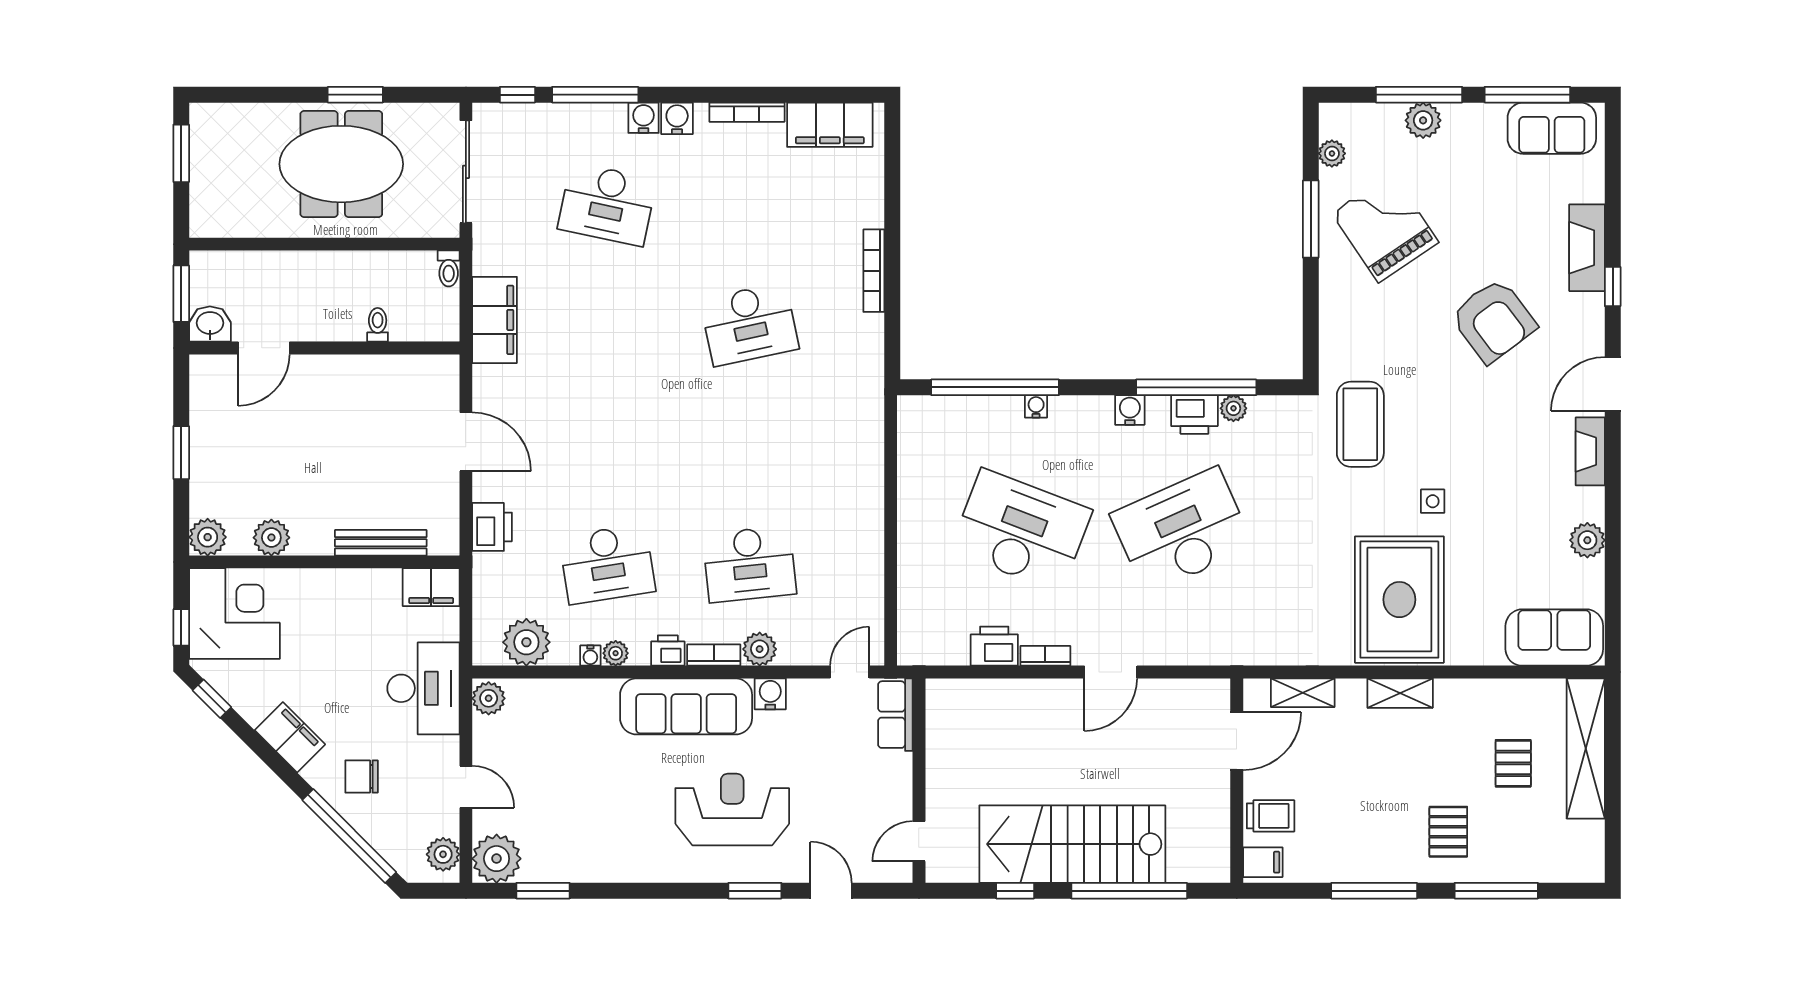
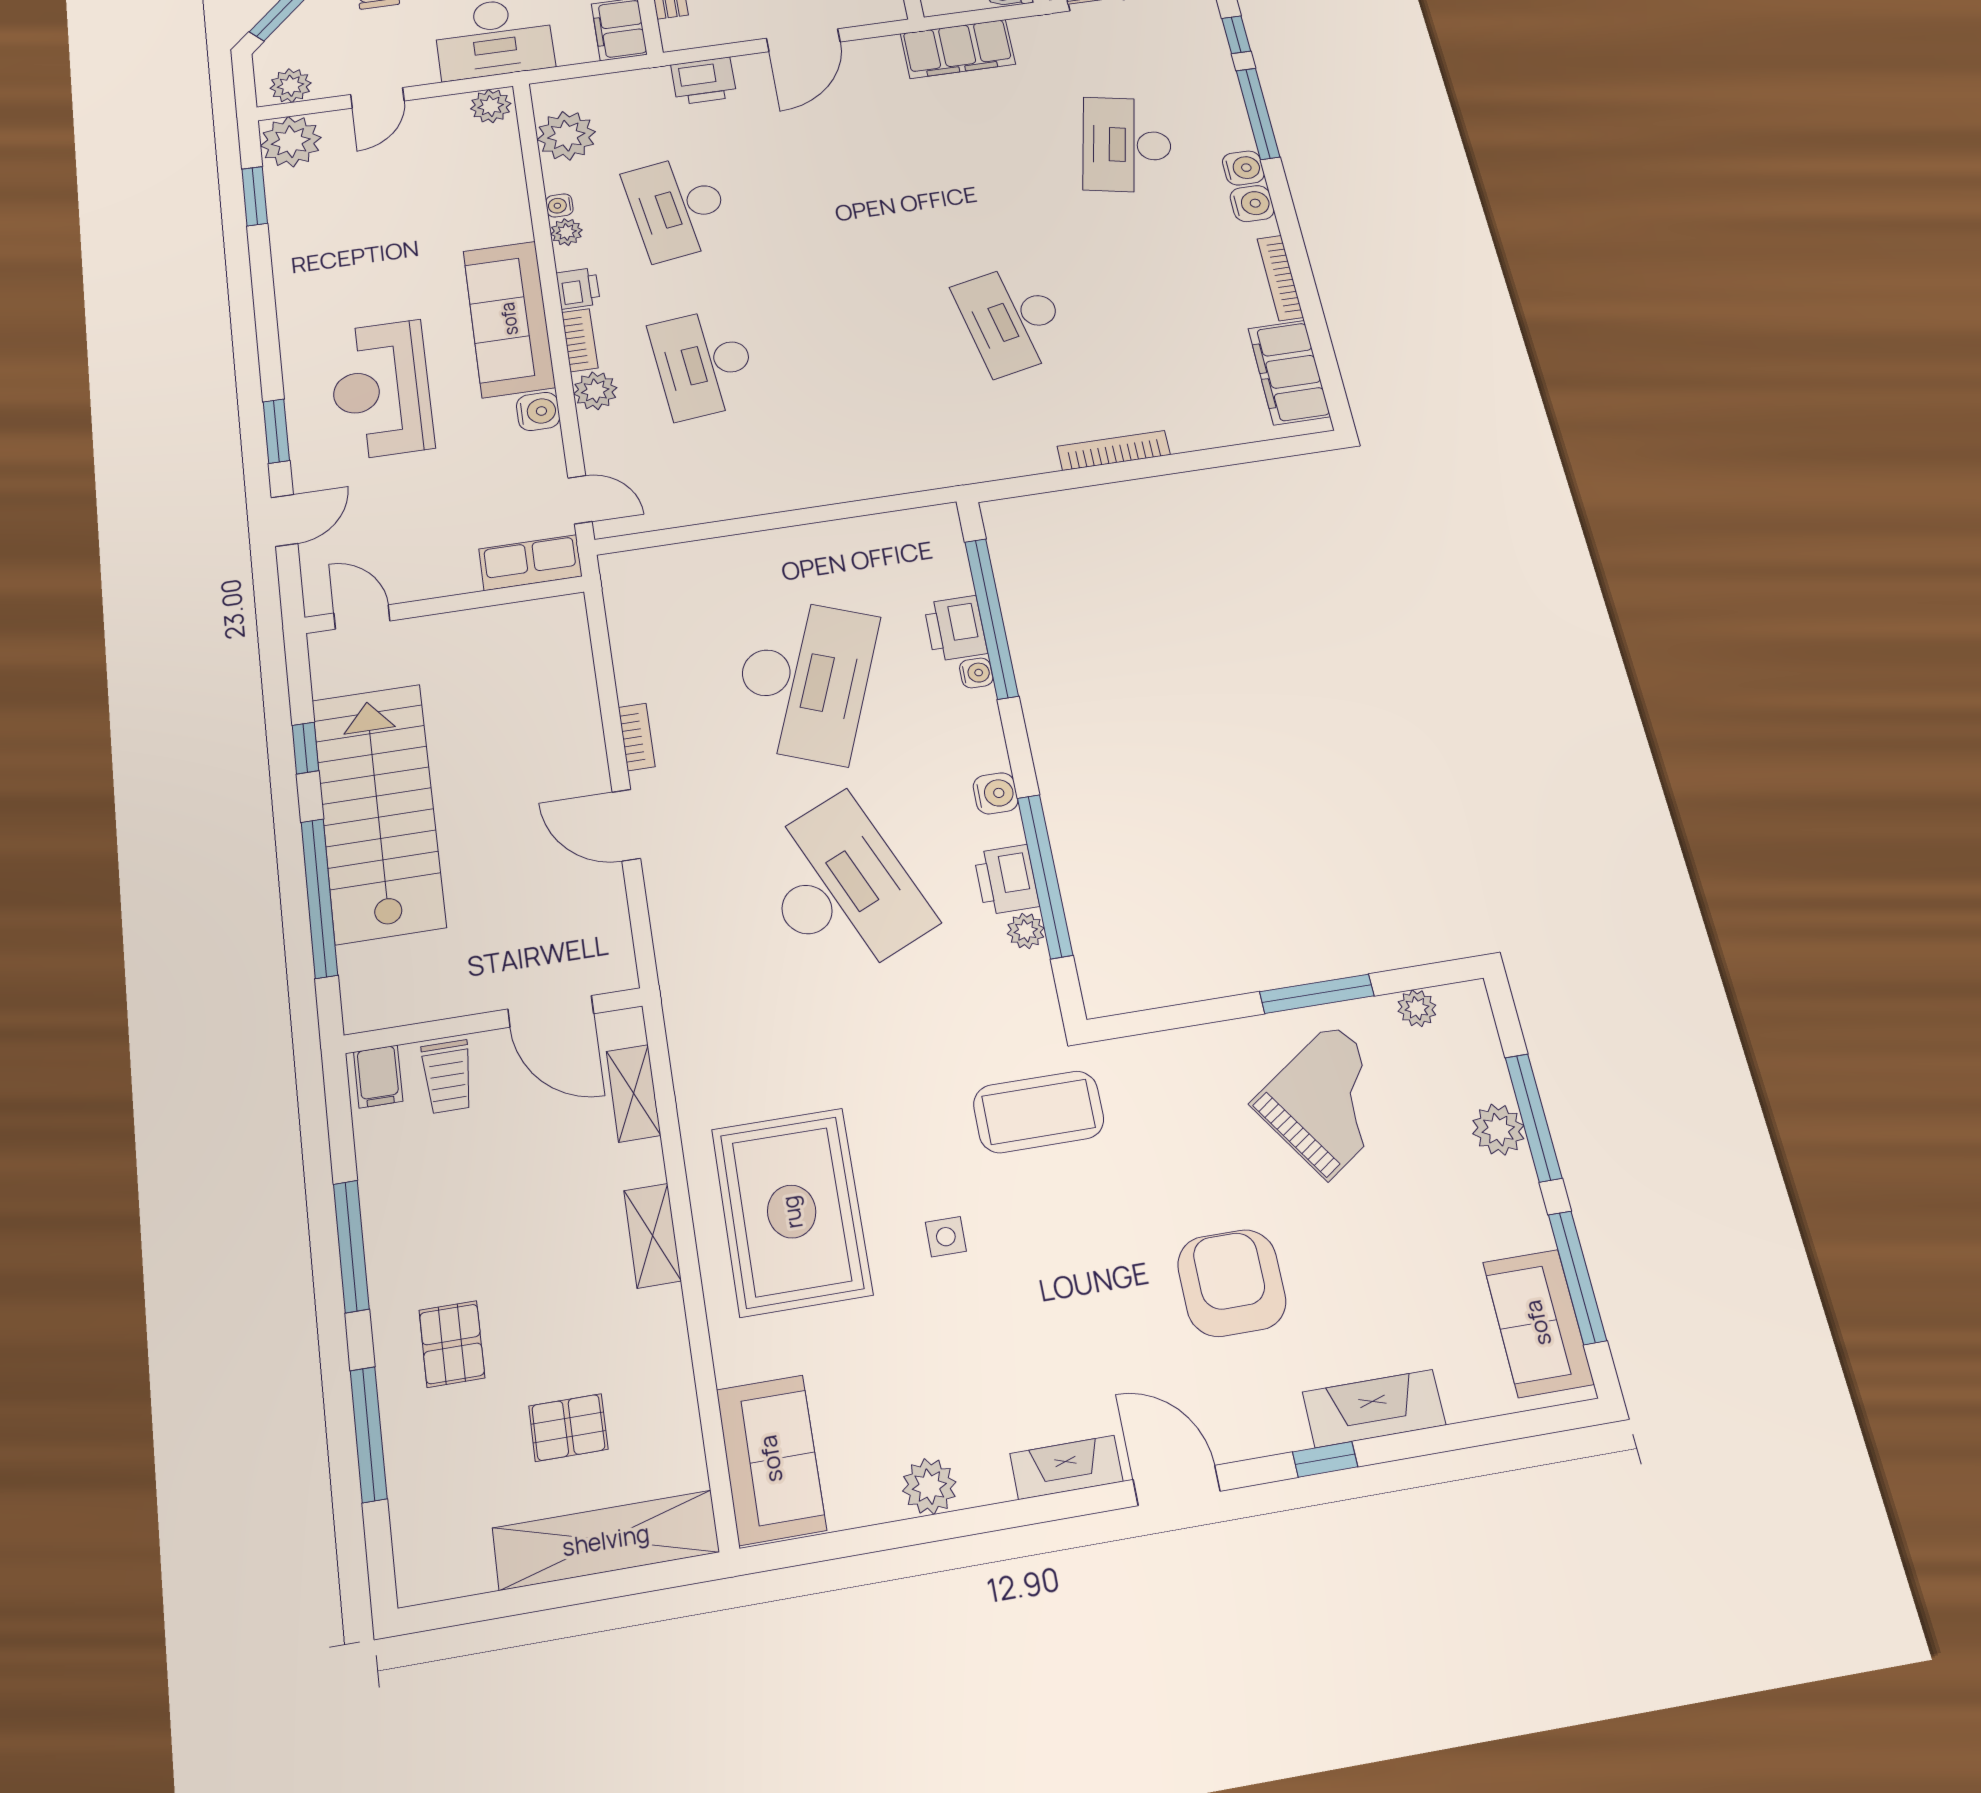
armchair: (1493, 321) -> (1232, 1283), turned 127
rug: (1399, 600) -> (792, 1212), turned 90
printer: (994, 646) -> (955, 628), moved, turned 180
reception desk: (732, 809) -> (381, 390), turned 180
pallet: (1448, 832) -> (452, 1344), turned 90

